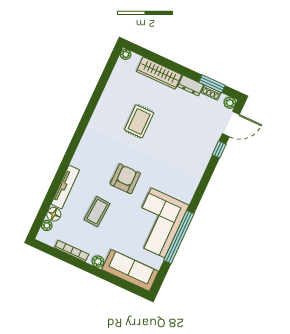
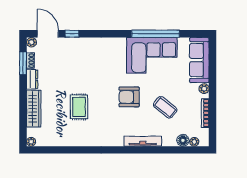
rug: (139, 121) -> (79, 107), turned 90
tv unit: (65, 187) -> (143, 141), moved
coffee table: (97, 212) -> (165, 107), turned 35

